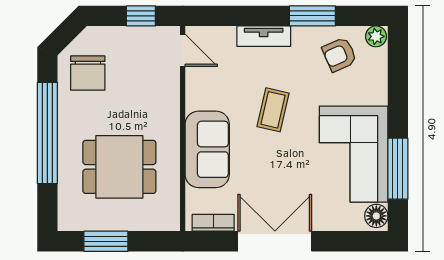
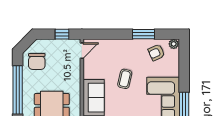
tv unit: (264, 36) -> (120, 44), removed
door: (183, 50) -> (82, 51), hinge flipped

